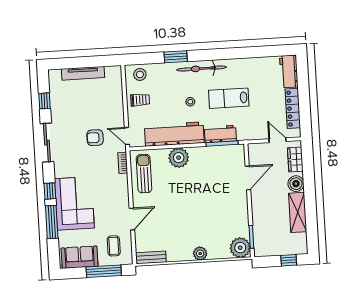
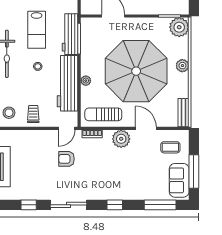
workbench: (220, 134) -> (70, 34), width x1.37
armchair: (95, 138) -> (66, 159), turned 90
plant: (179, 158) -> (86, 81), width x0.53, depth x0.53
plant: (120, 194) -> (121, 139), added
corner sofa: (74, 203) -> (128, 182), removed
parasol: (191, 205) -> (136, 71), added
window: (52, 222) -> (160, 205), moved
window: (104, 271) -> (194, 171), moved

